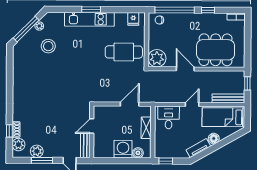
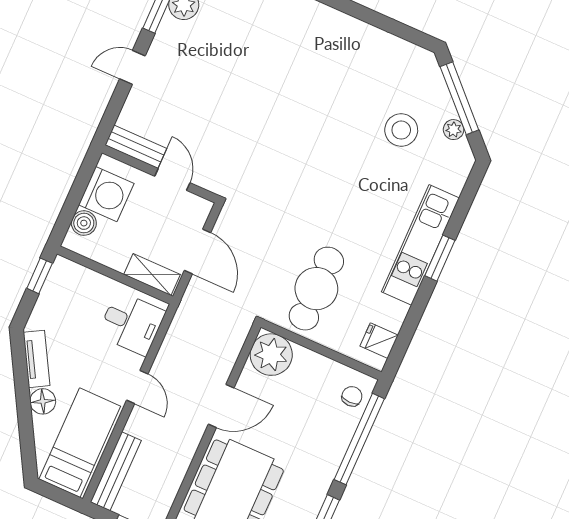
door: (92, 126) -> (172, 179), moved
shelving: (146, 128) -> (152, 275), moved
wall: (92, 132) -> (160, 174), moved
bench: (85, 146) -> (136, 147), moved

